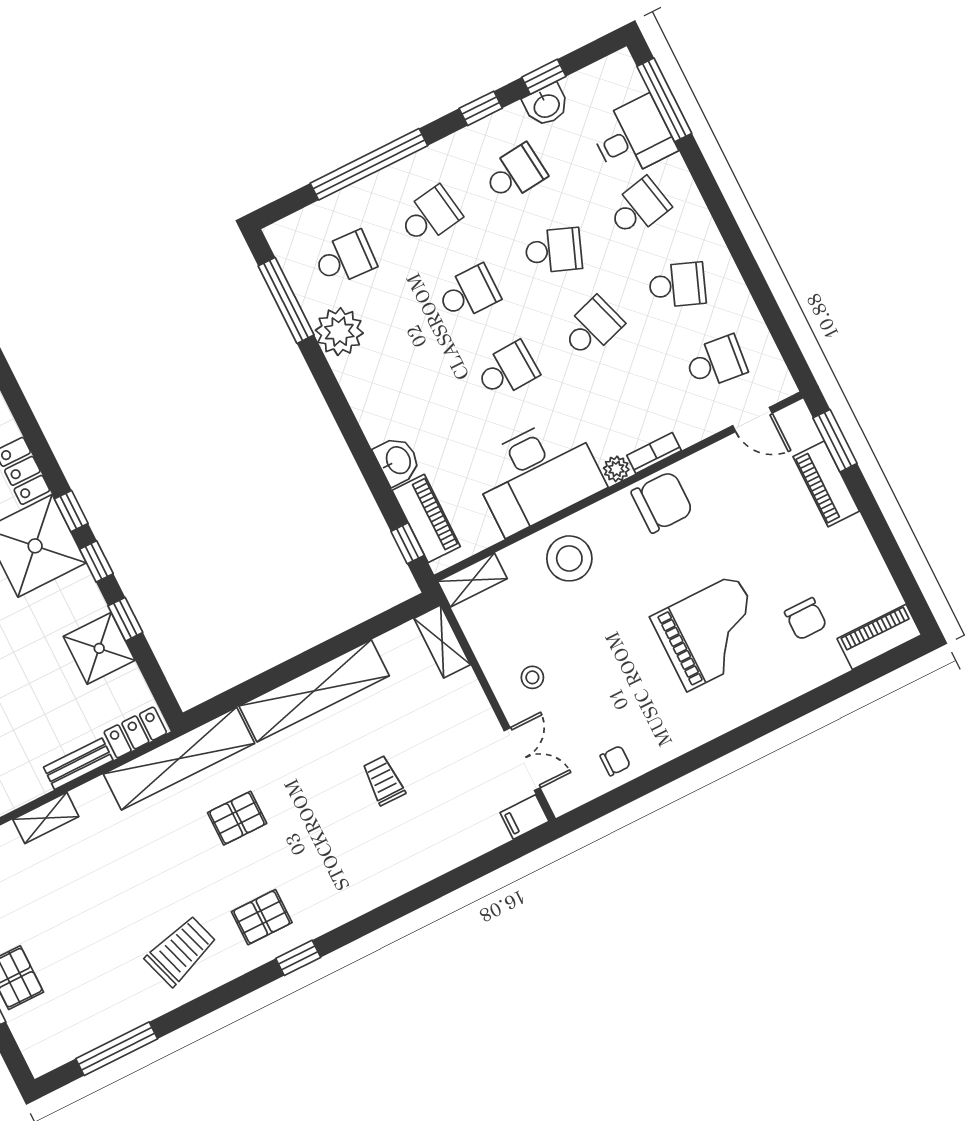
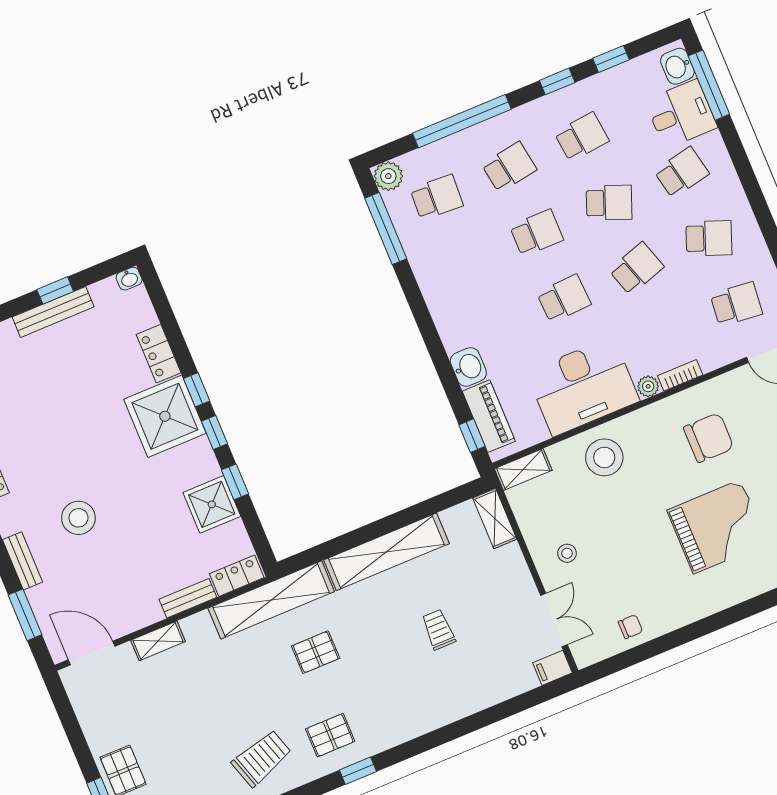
washbasin: (546, 105) -> (677, 66), moved, turned 90
plant: (339, 332) -> (388, 176), moved, width x0.73, depth x0.73
chair: (662, 502) -> (709, 438), moved

